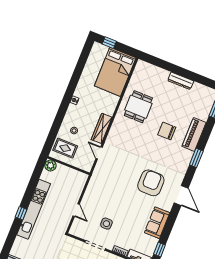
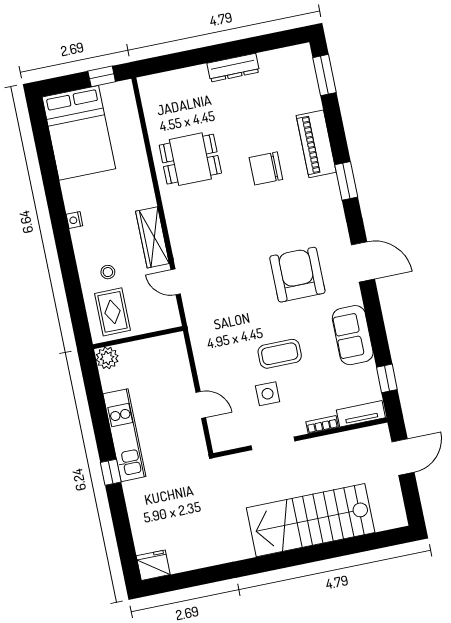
window: (109, 43) -> (102, 76), moved
bed: (115, 72) -> (79, 133), moved
dining table: (138, 107) -> (190, 159), turned 90
rug: (65, 148) -> (112, 312), turned 90
kitchen unit: (34, 209) -> (124, 435), width x0.73
coffee table: (122, 211) -> (280, 354), added

